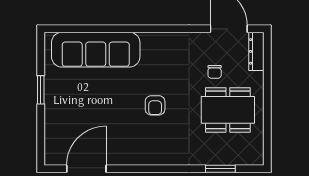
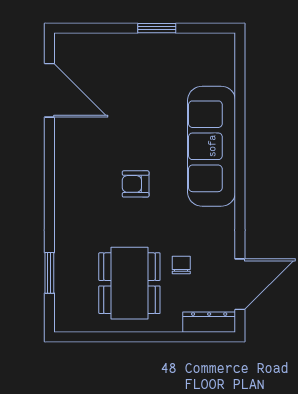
sofa: (96, 50) -> (212, 146), moved
chair: (215, 72) -> (181, 265), turned 90

